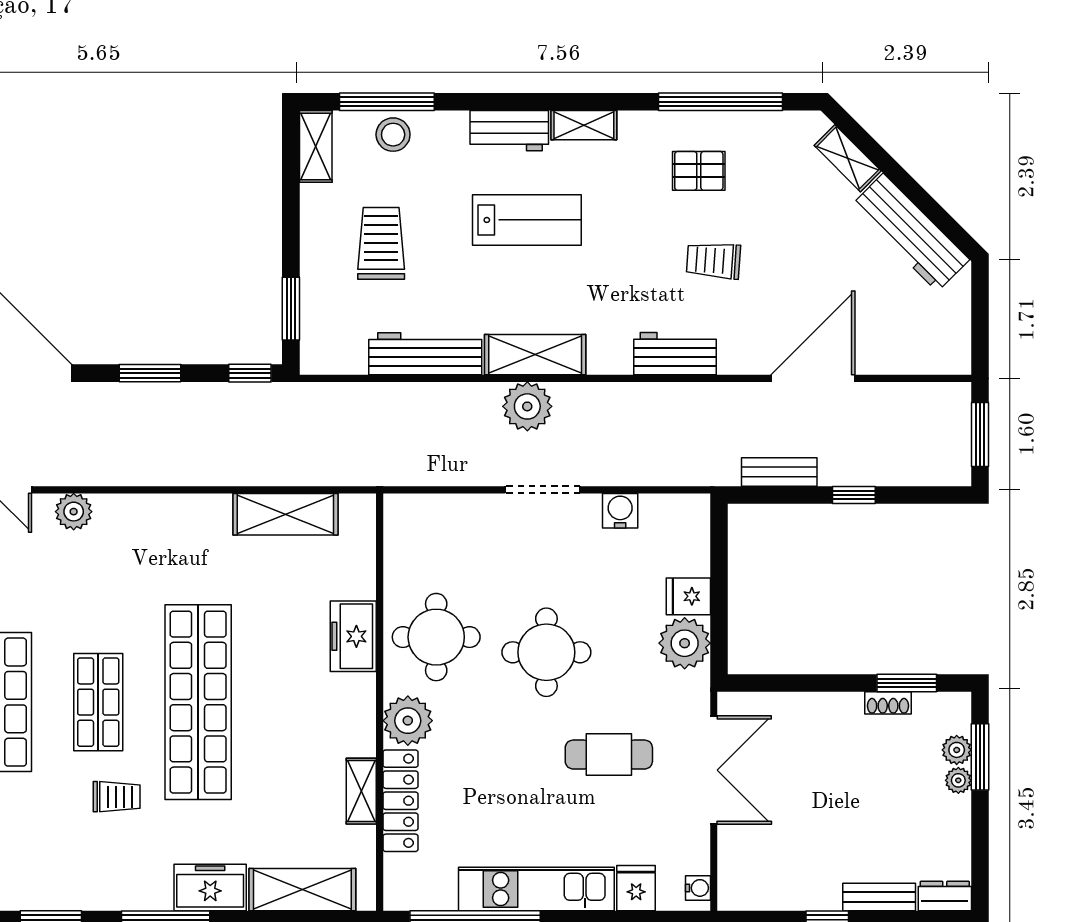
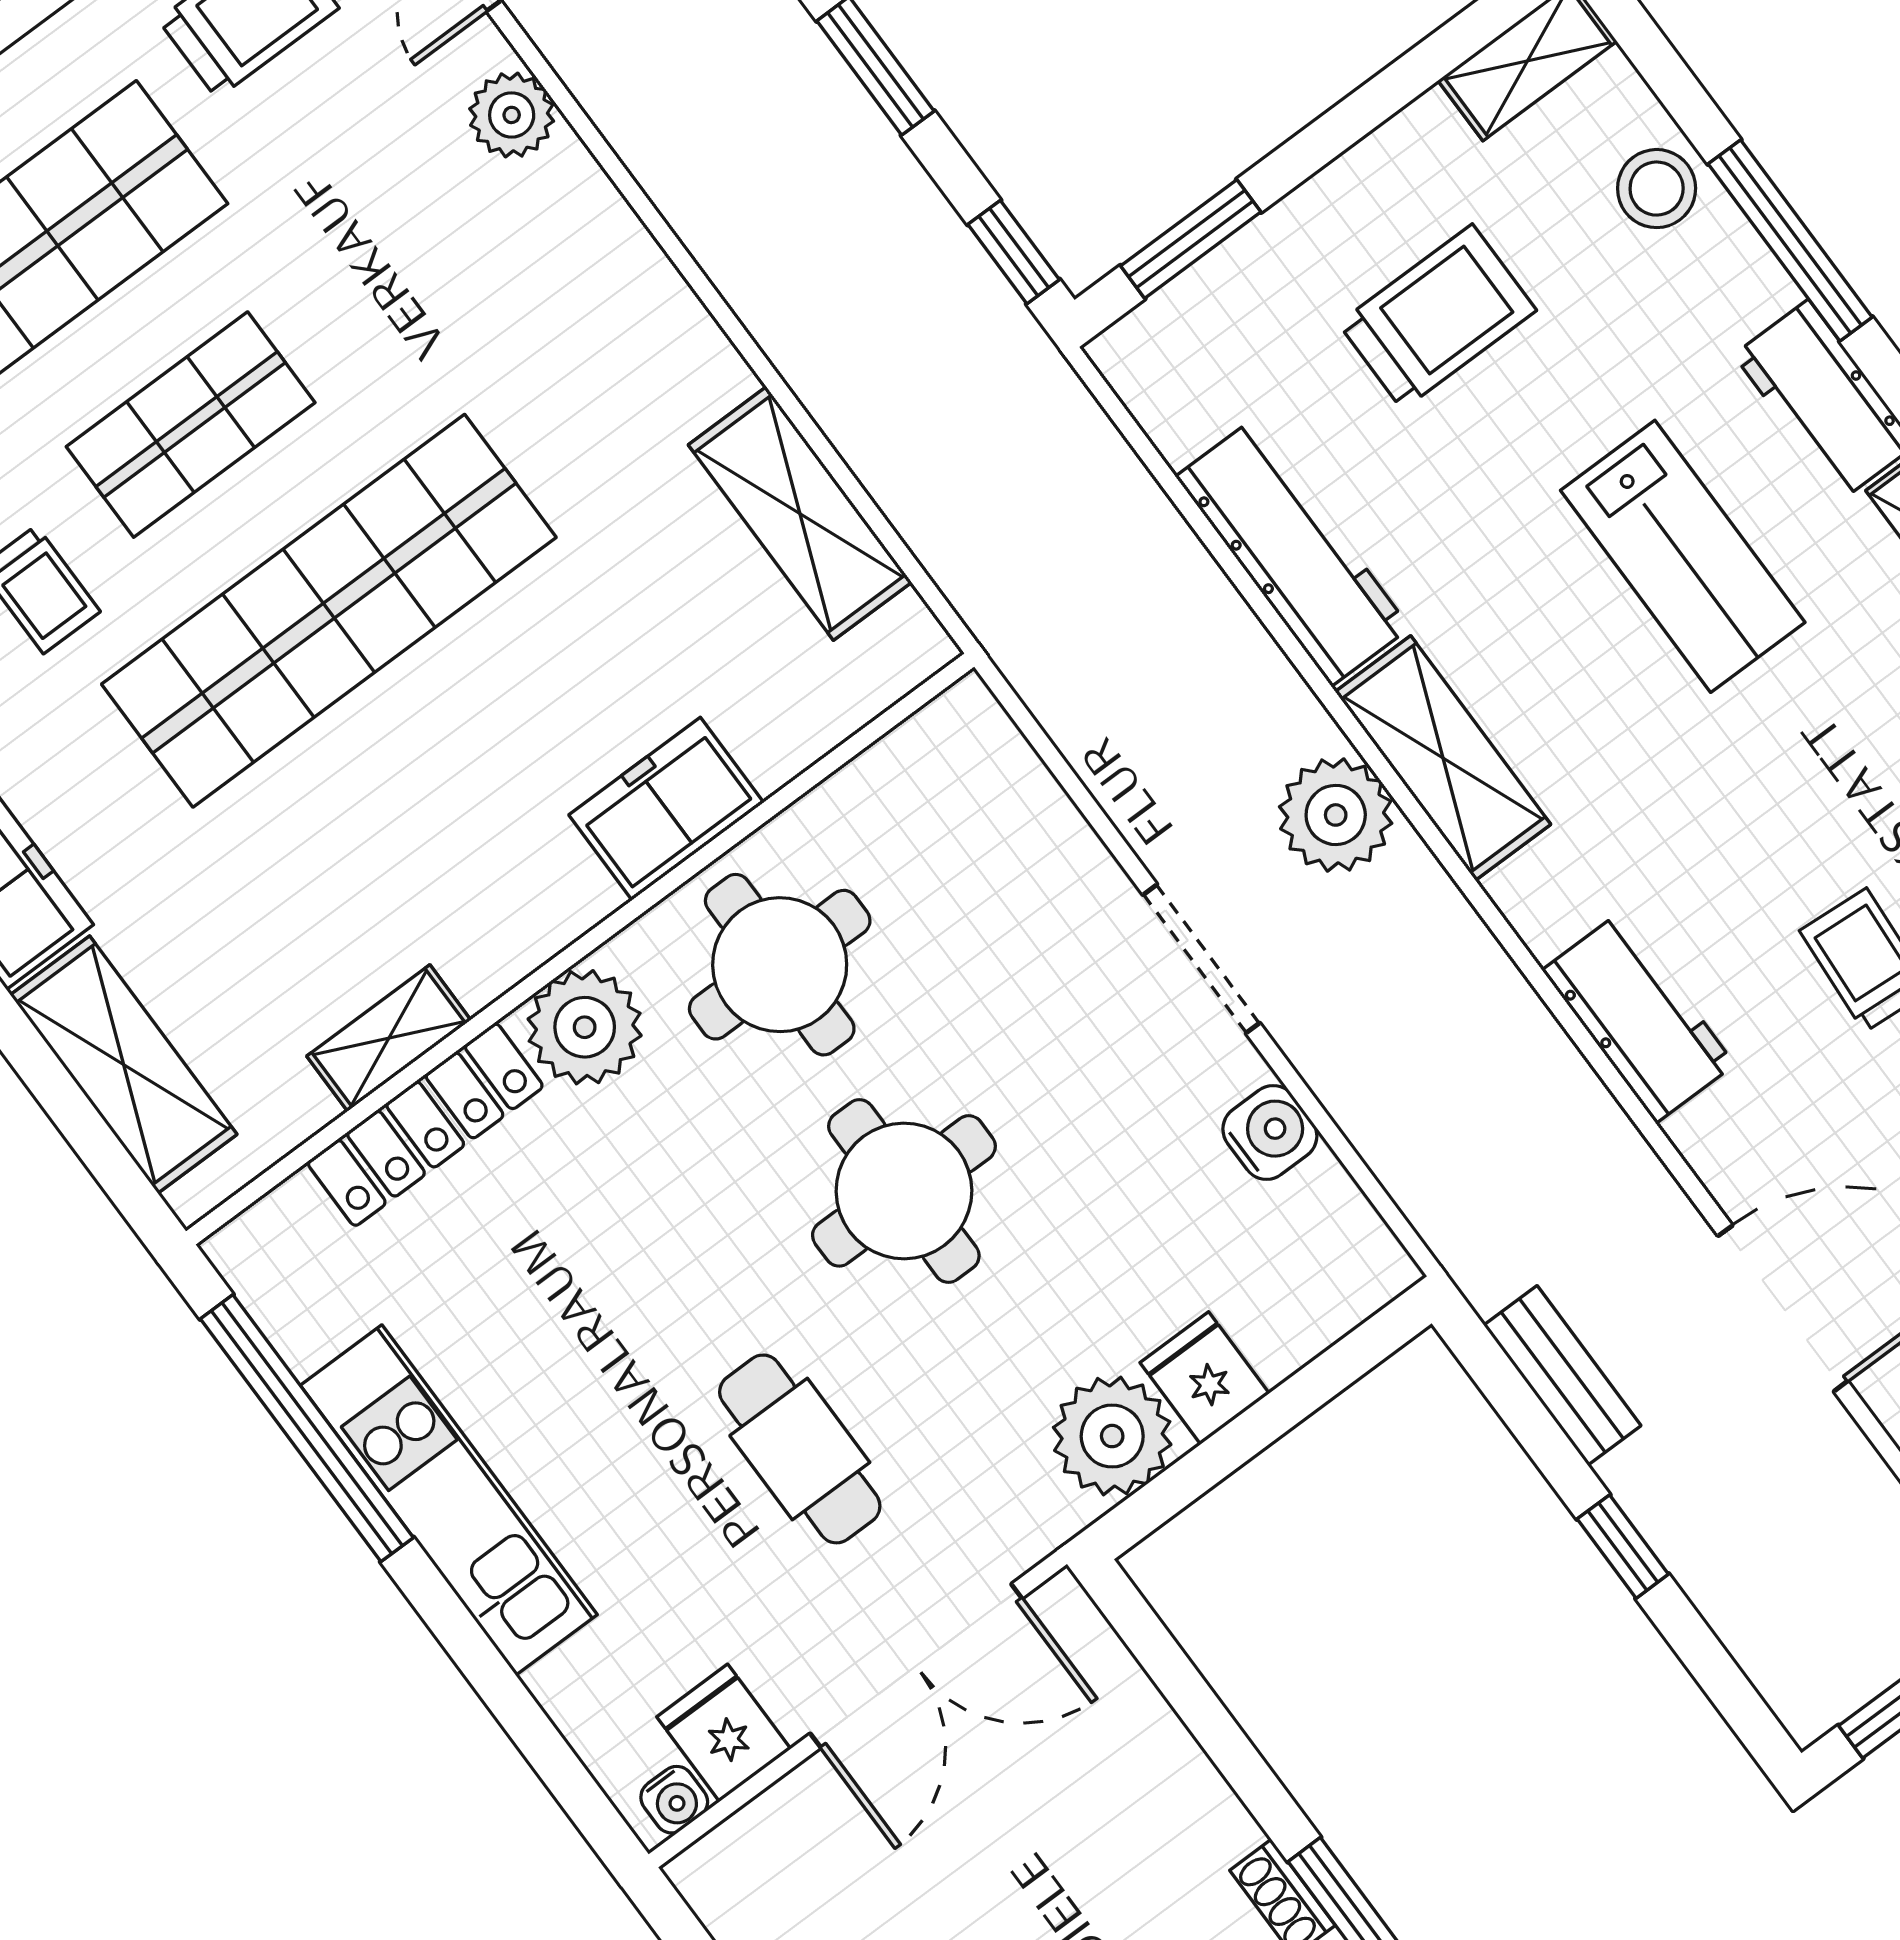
window: (387, 102) -> (1790, 240), moved
fridge: (636, 888) -> (724, 1733), moved, turned -90

